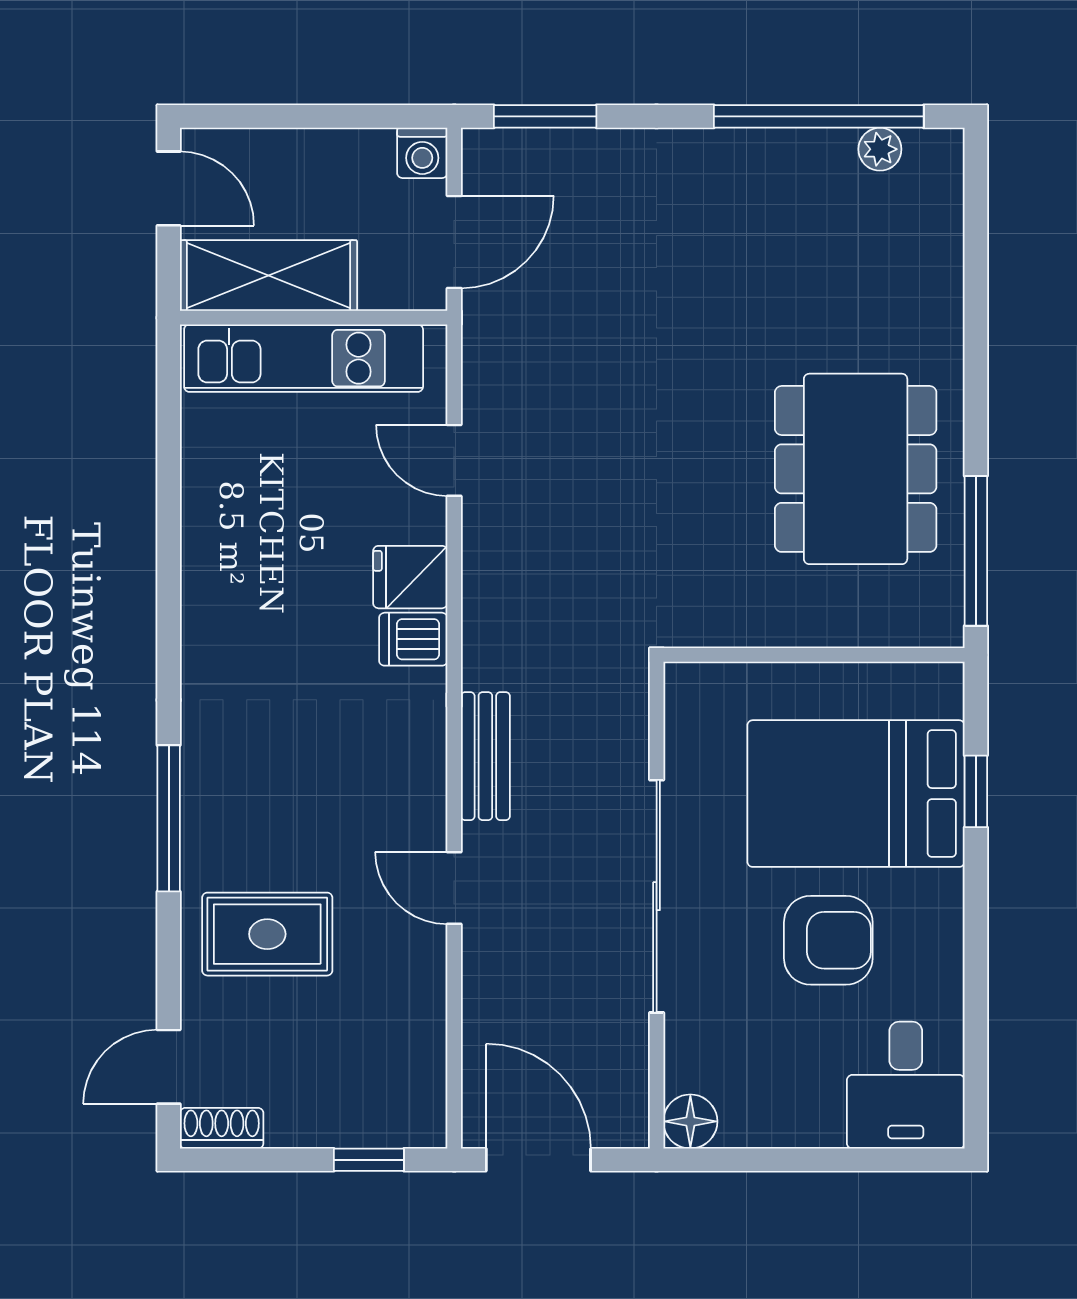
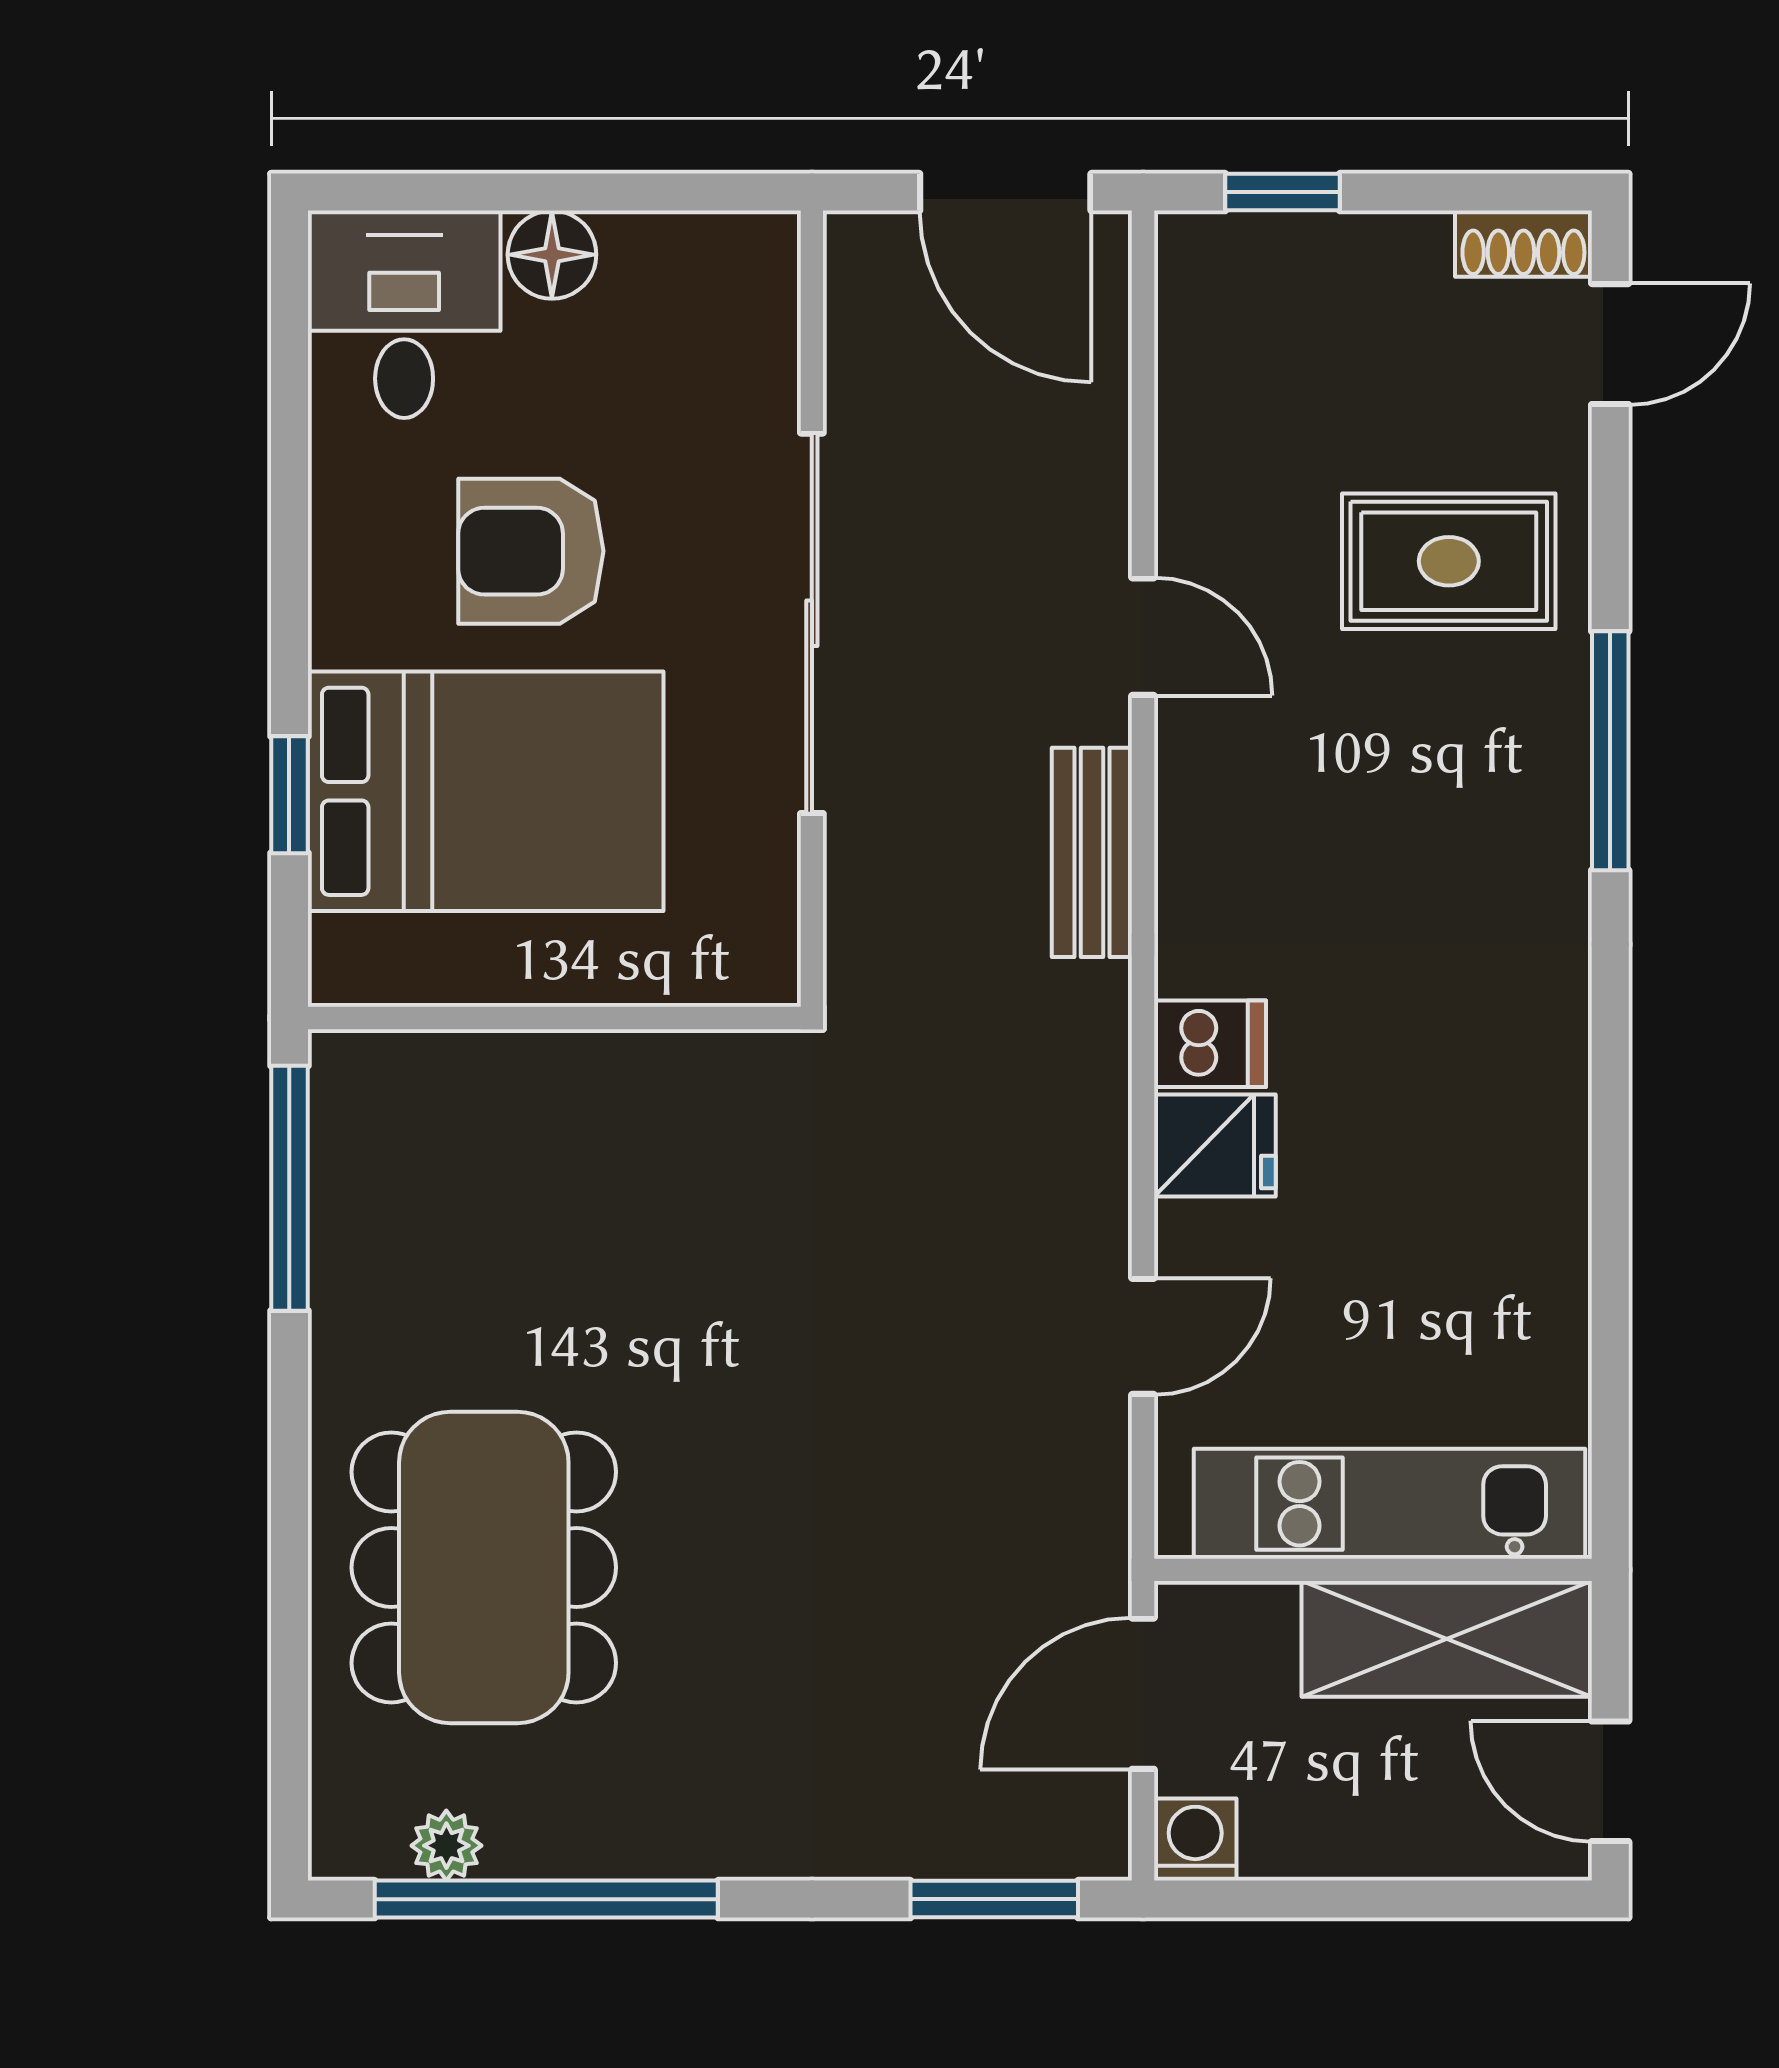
door: (454, 460) -> (1143, 1336), hinge flipped
dining table: (856, 469) -> (484, 1567), moved
floor lamp: (690, 1121) -> (552, 255), moved

